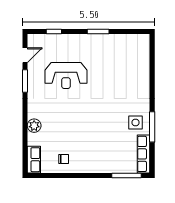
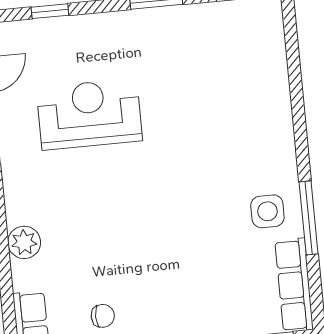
reception desk: (66, 75) -> (89, 114), turned 180

